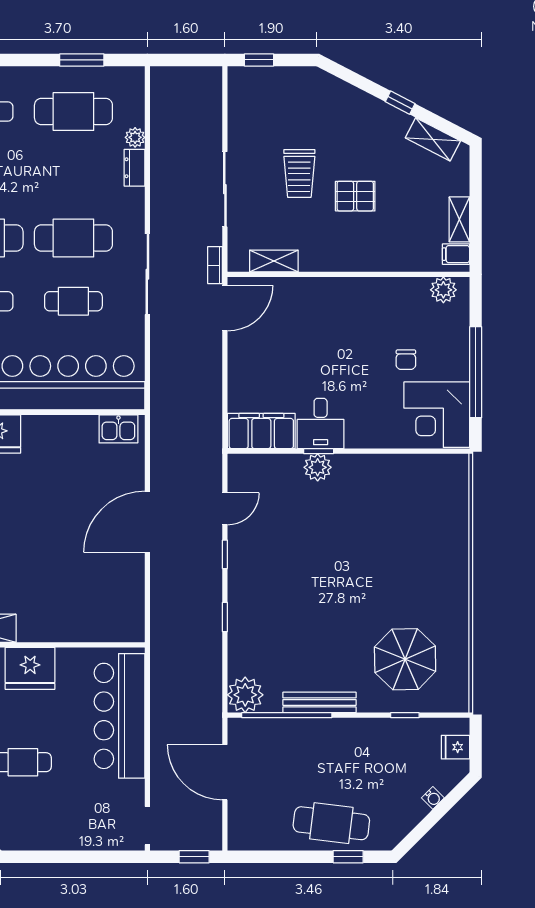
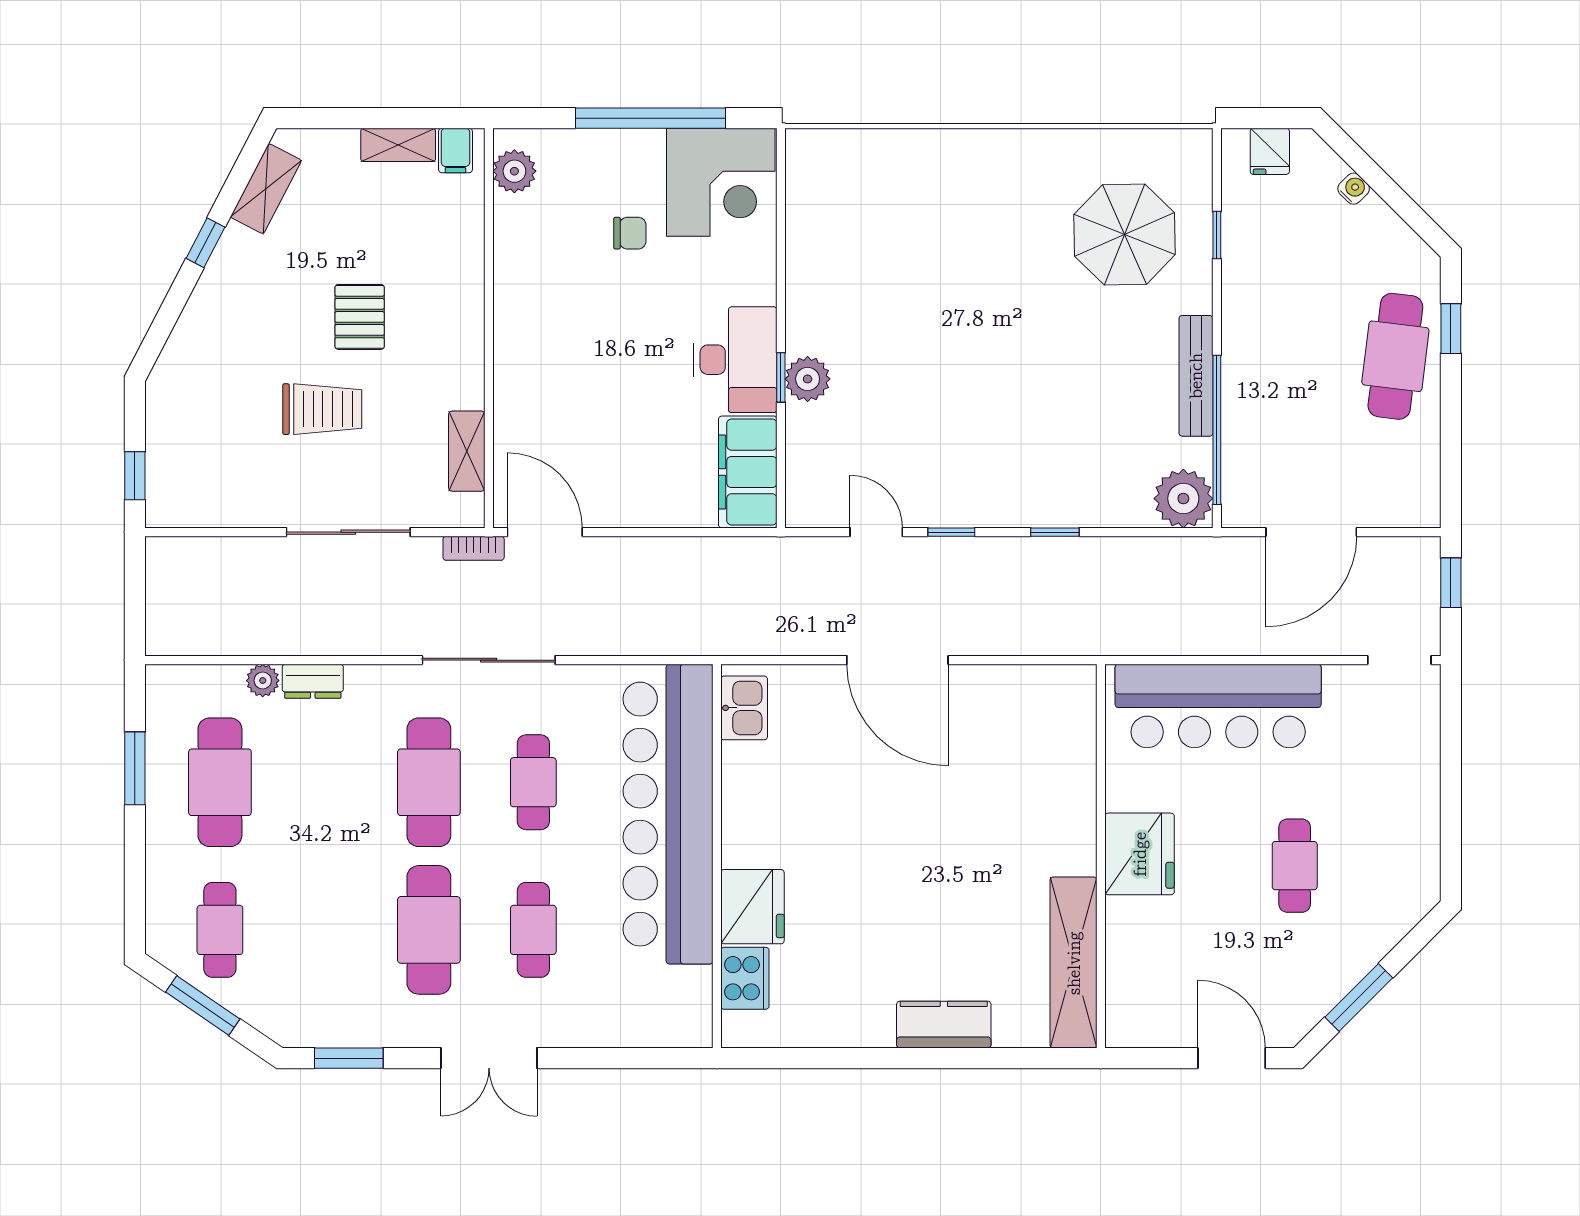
desk: (321, 423) -> (735, 360), width x1.37

